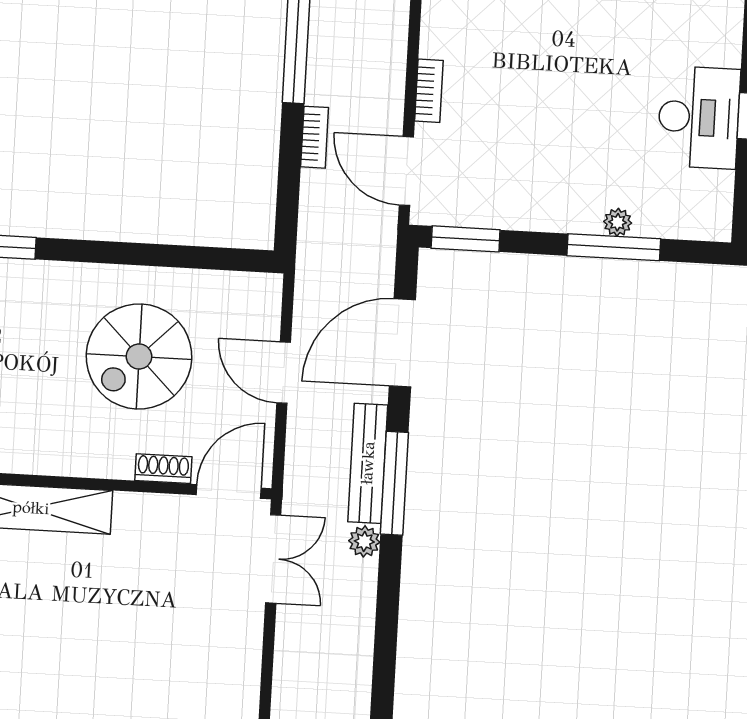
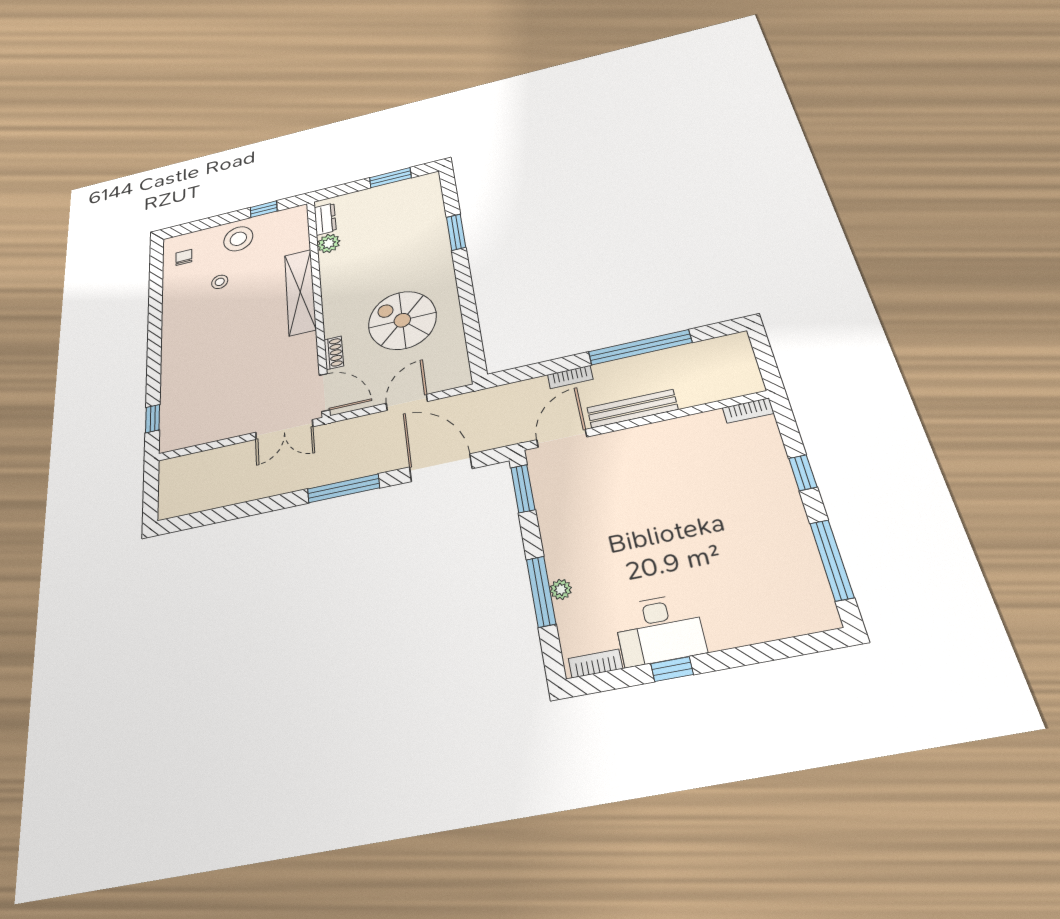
bookcase: (429, 91) -> (595, 664), moved, turned 180
bench: (368, 463) -> (632, 409), moved
plant: (364, 541) -> (302, 480), removed

